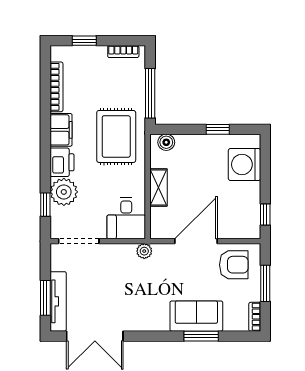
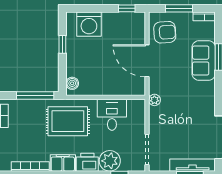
shelving: (159, 187) -> (106, 89), removed
desk: (126, 218) -> (112, 115), moved, turned -90
armchair: (234, 265) -> (165, 32), turned 86

